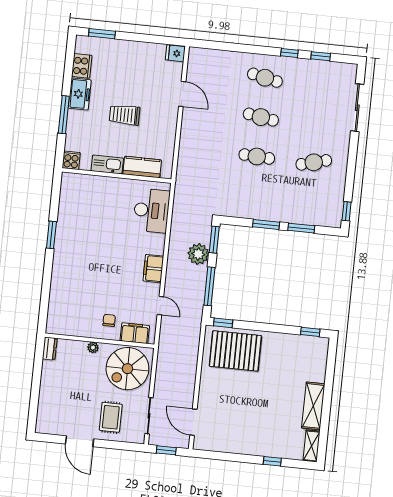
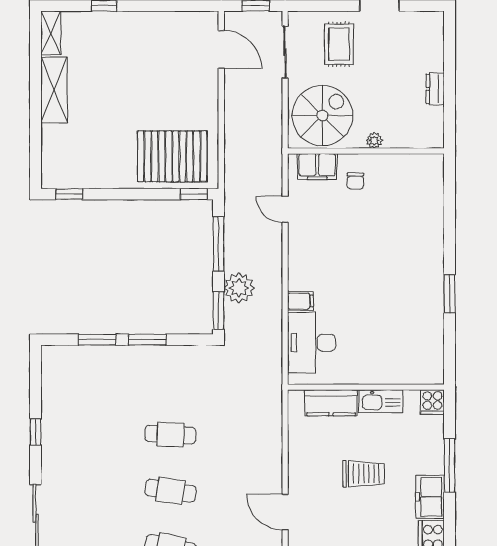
cafe table: (314, 162) -> (89, 434), removed
window: (347, 211) -> (36, 432), moved
filing cabinet: (153, 269) -> (300, 301), moved, width x0.50
dresser: (50, 349) -> (435, 89), moved

